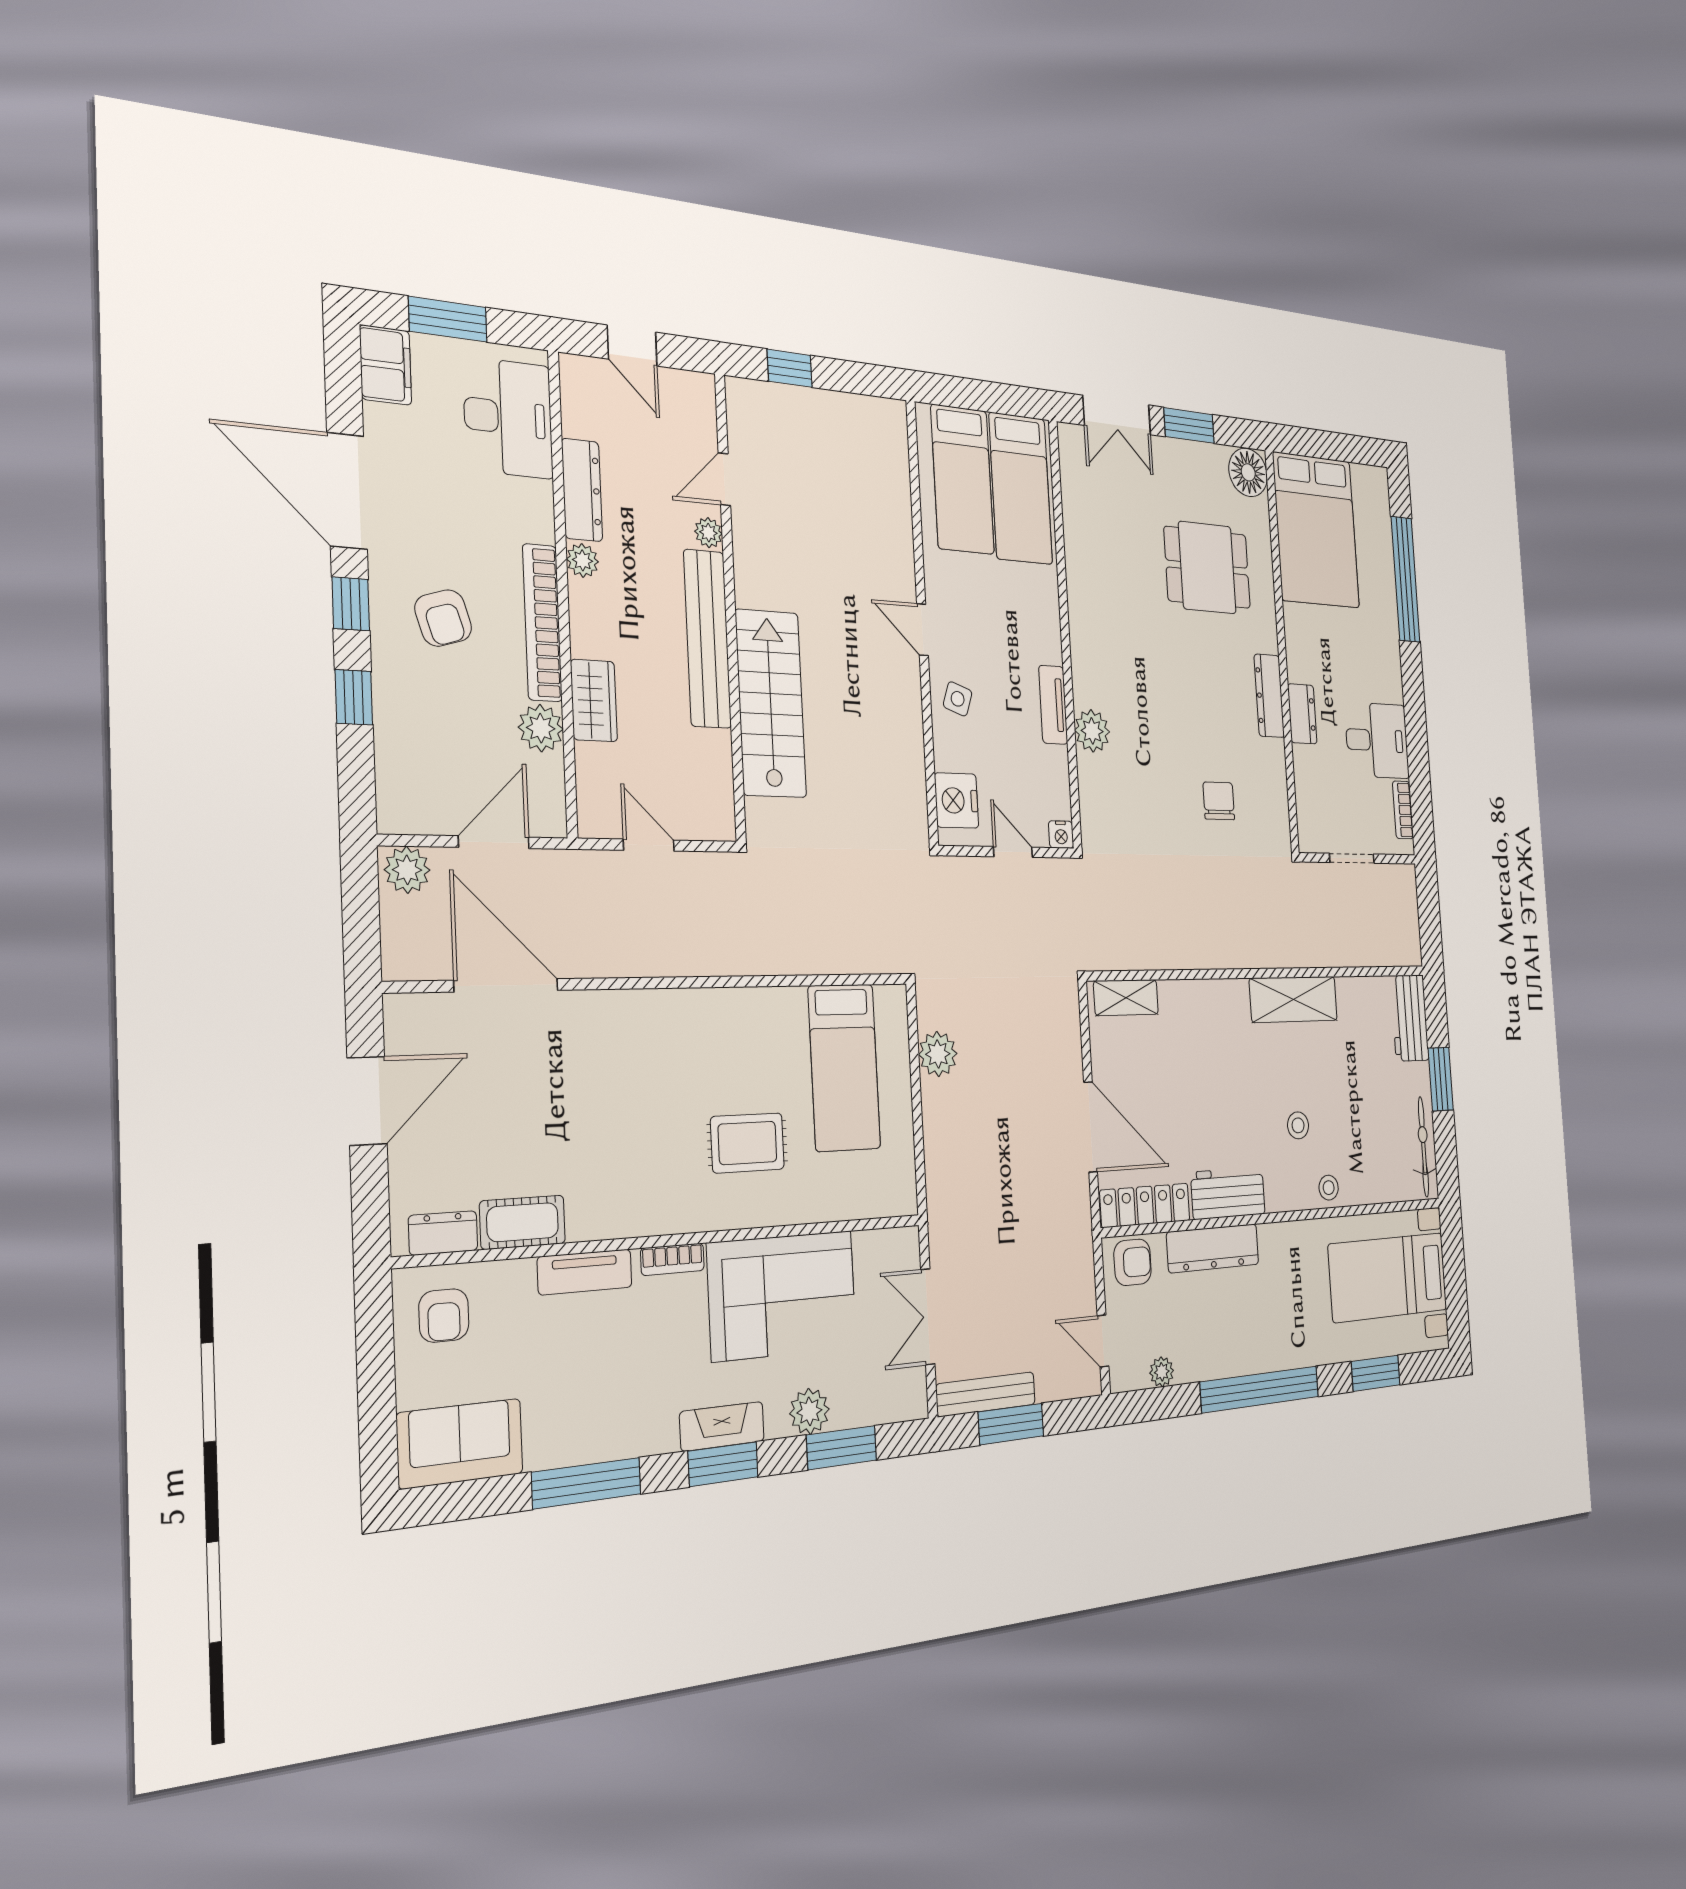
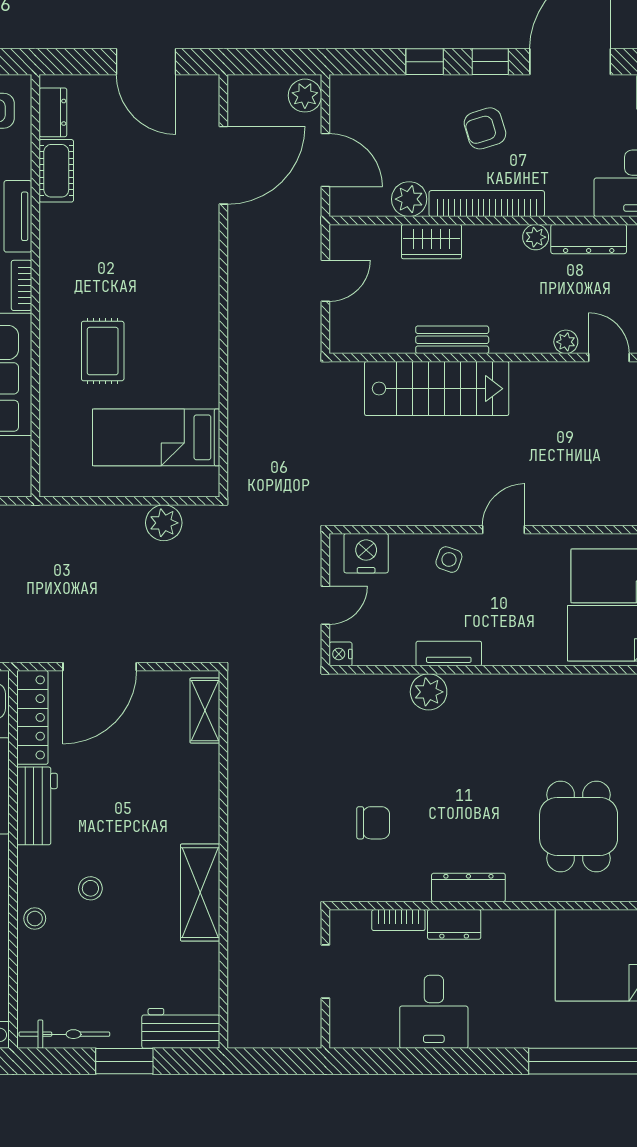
bench: (707, 639) -> (452, 340), width x0.54, depth x0.82
bookcase: (1403, 810) -> (398, 920), moved, turned 180

